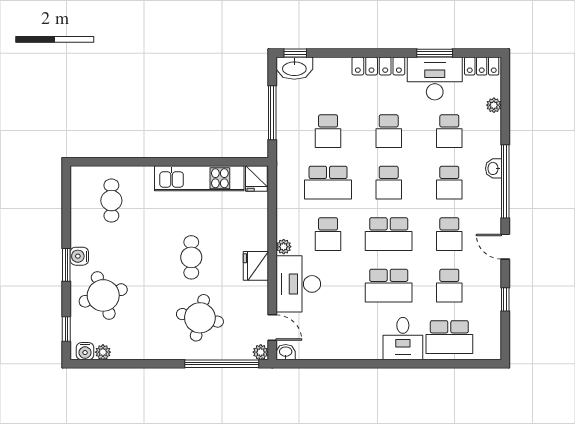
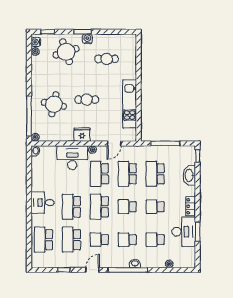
locker: (378, 66) -> (191, 206), width x0.66
locker: (482, 66) -> (191, 257), removed
washbasin: (294, 68) -> (189, 175), moved
school desk: (328, 131) -> (155, 174), width x1.85
fridge: (256, 178) -> (129, 135), removed
cafe table: (111, 201) -> (107, 59), moved
school desk: (328, 234) -> (99, 174), width x1.85
school desk: (449, 286) -> (71, 240), width x1.85
door: (272, 328) -> (114, 143), moved
desk: (403, 339) -> (43, 203), moved

